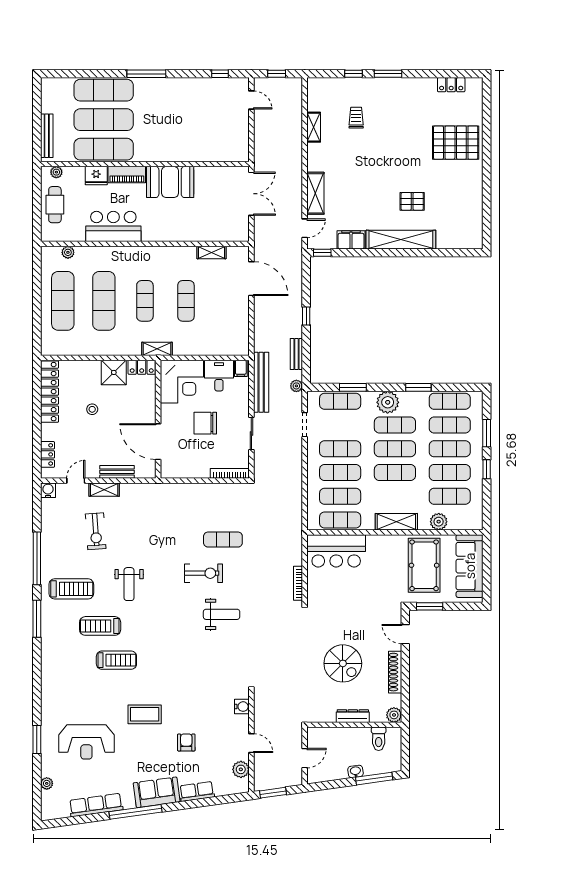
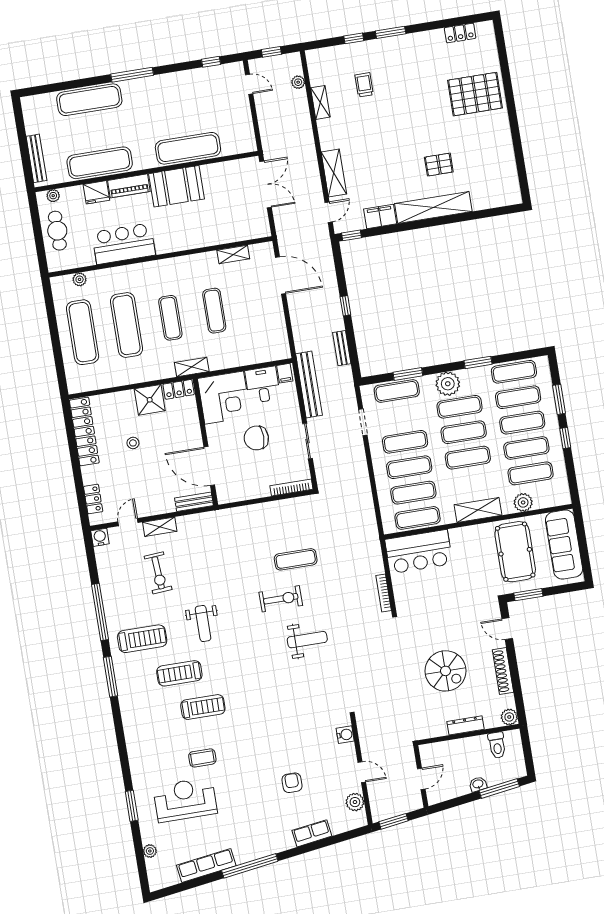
exercise mat: (104, 120) -> (188, 148), moved
plant: (296, 386) -> (298, 82), moved
bench: (117, 472) -> (194, 502), moved
coffee table: (145, 714) -> (202, 758), moved, width x0.73, depth x0.77
reception desk: (86, 742) -> (185, 800), turned 180
sofa: (157, 792) -> (269, 841), removed

